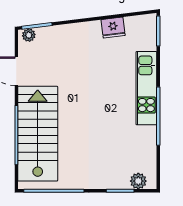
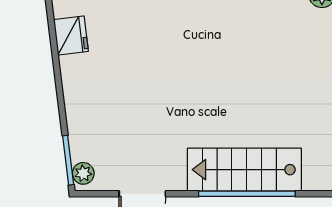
stairs: (38, 134) -> (244, 170), width x0.73, depth x0.66

